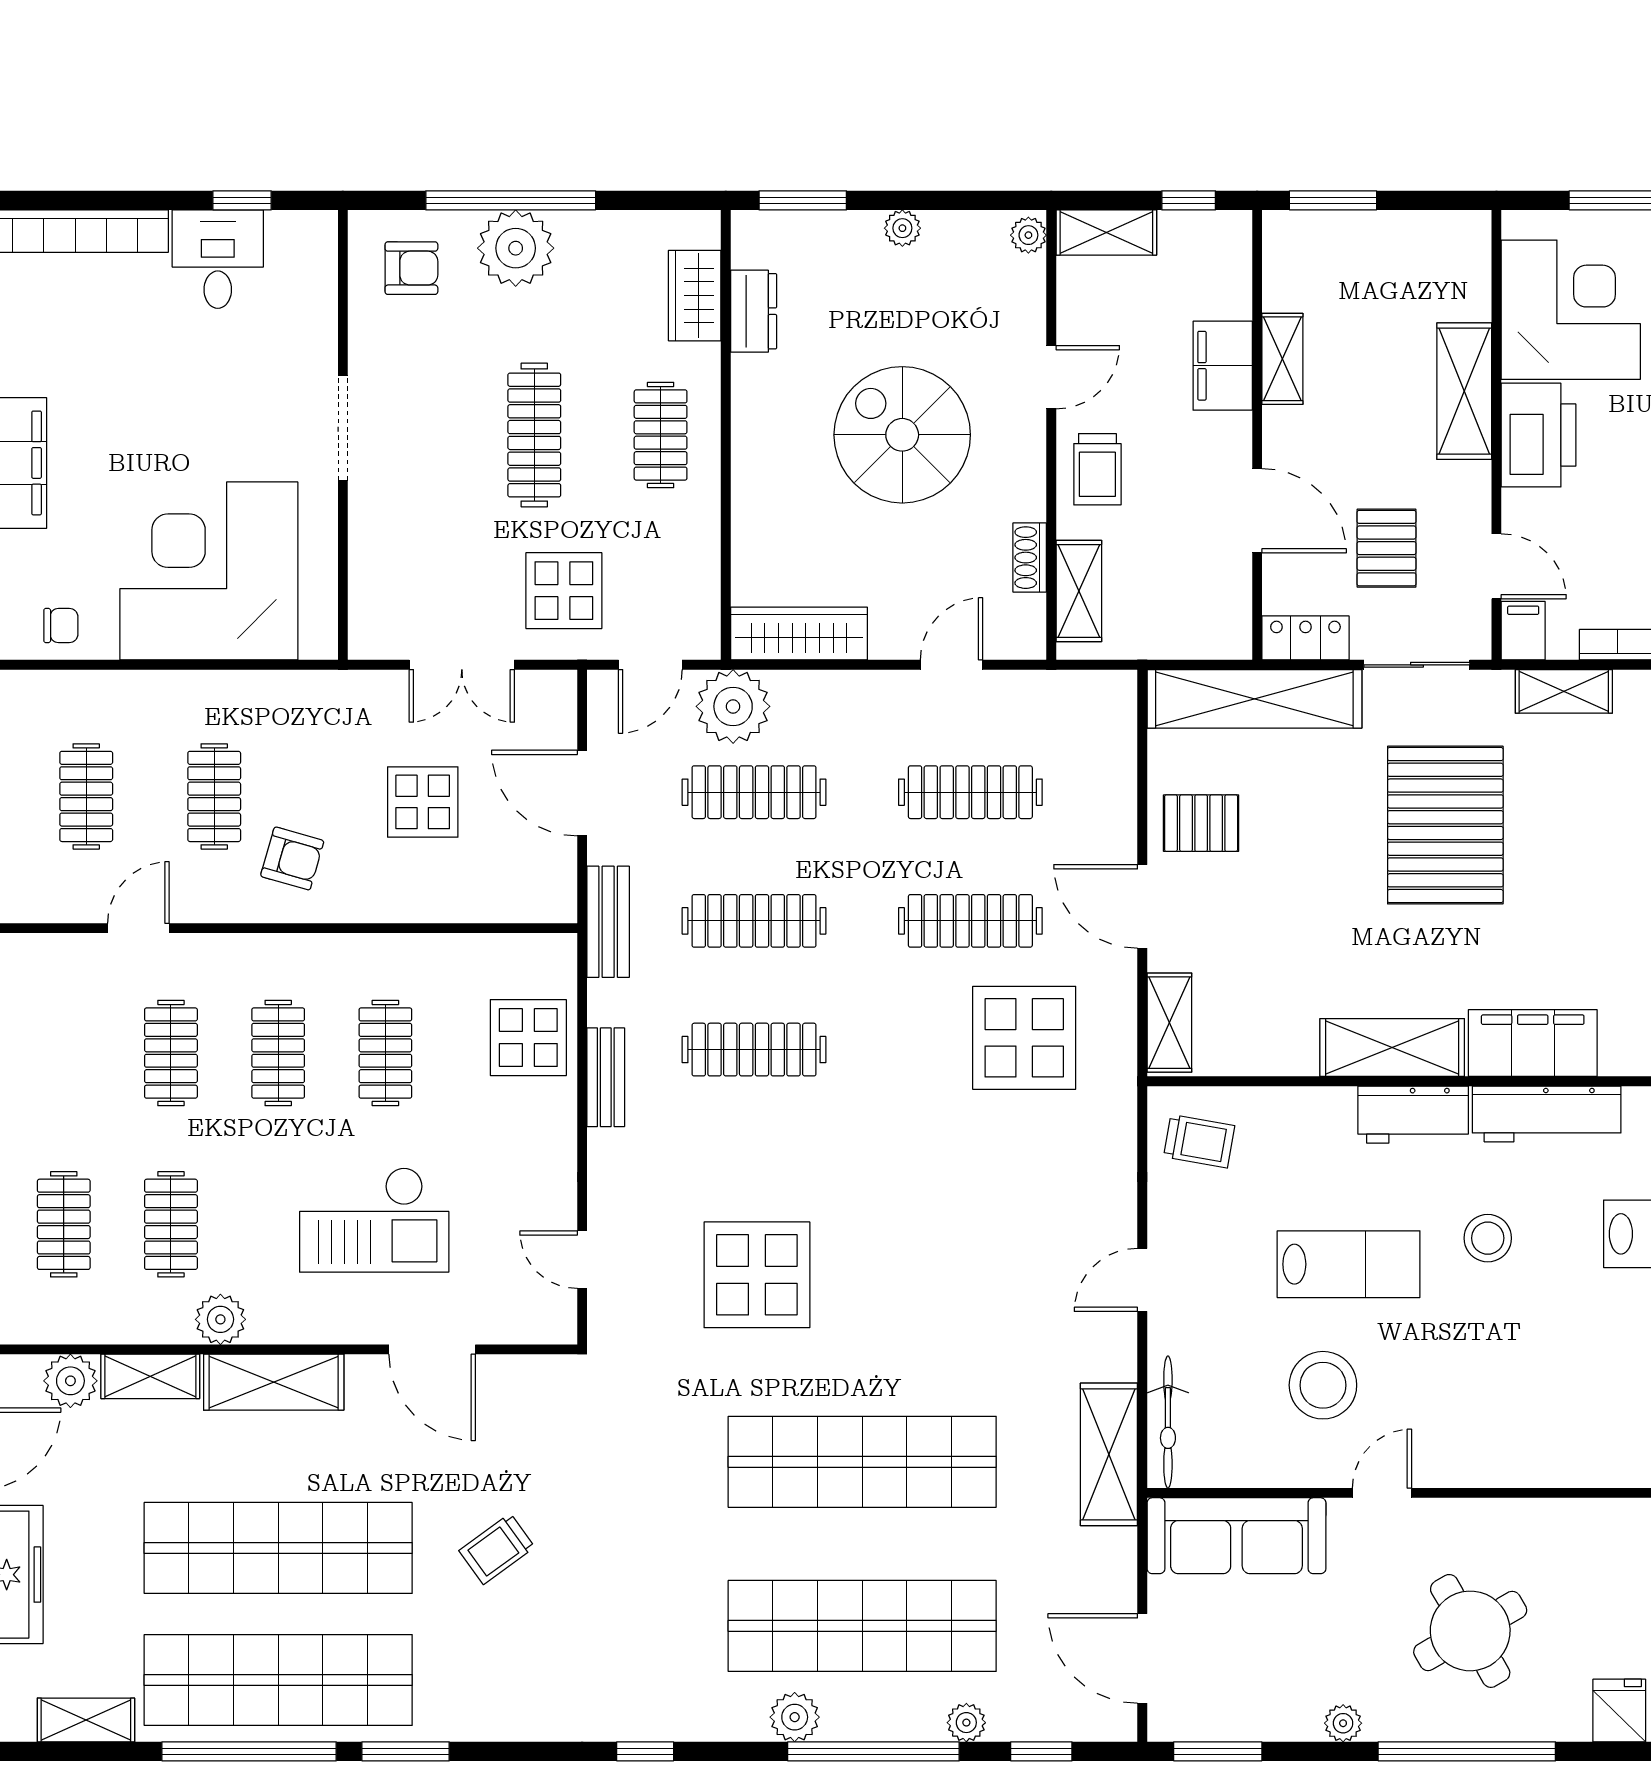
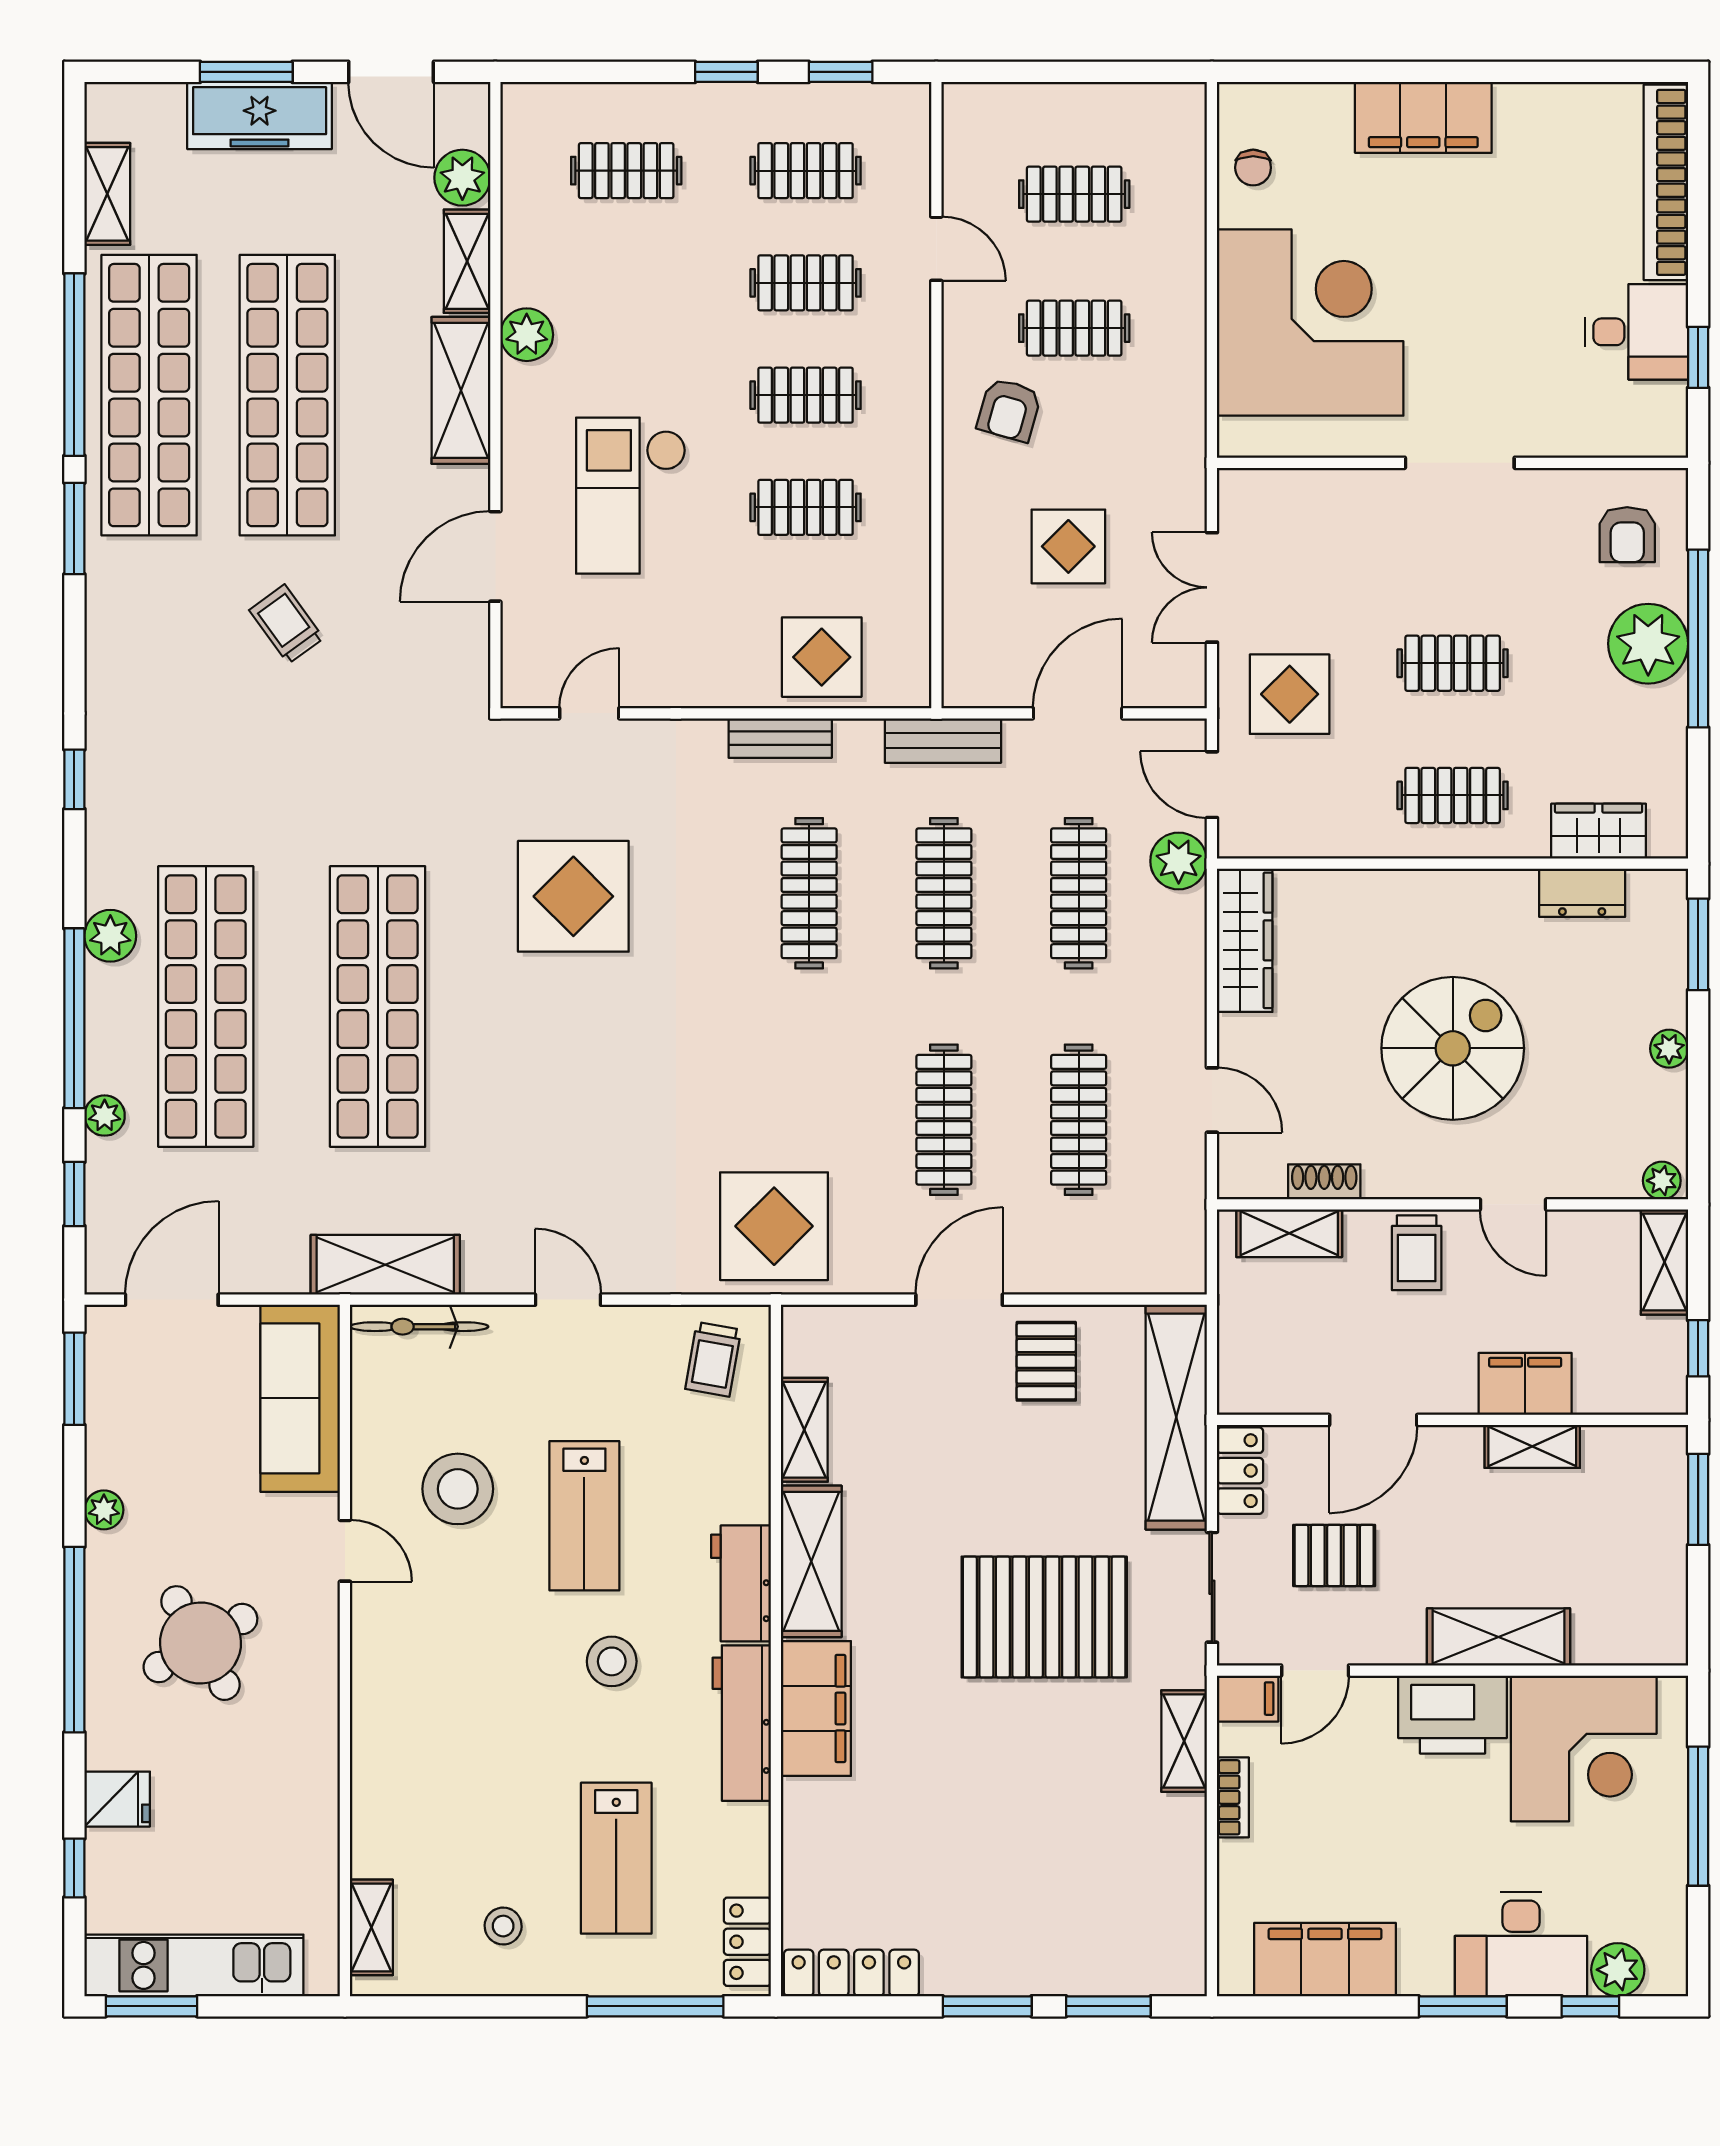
clothes rail: (534, 435) -> (1453, 663), width x0.73
trolley: (1097, 469) -> (1417, 1253), turned -90
plant: (733, 706) -> (1179, 861), width x0.73, depth x0.73
shelving: (1169, 1023) -> (804, 1430), moved, turned 90
display table: (1024, 1038) -> (774, 1226), moved
clothes rail: (171, 1224) -> (806, 171), moved

